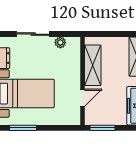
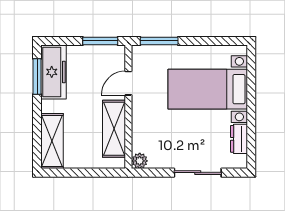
plant: (60, 42) -> (140, 161), moved
window: (23, 128) -> (159, 41), moved

